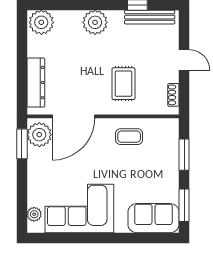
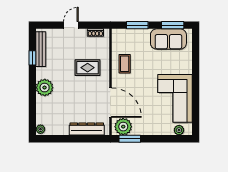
plant: (41, 22) -> (40, 129), width x0.53, depth x0.53
sofa: (154, 218) -> (168, 39), moved, turned -90

